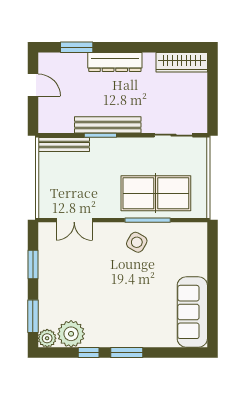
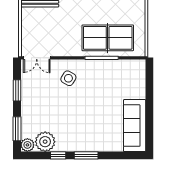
double door: (74, 220) -> (37, 58), moved
side table: (137, 242) -> (68, 78), moved

